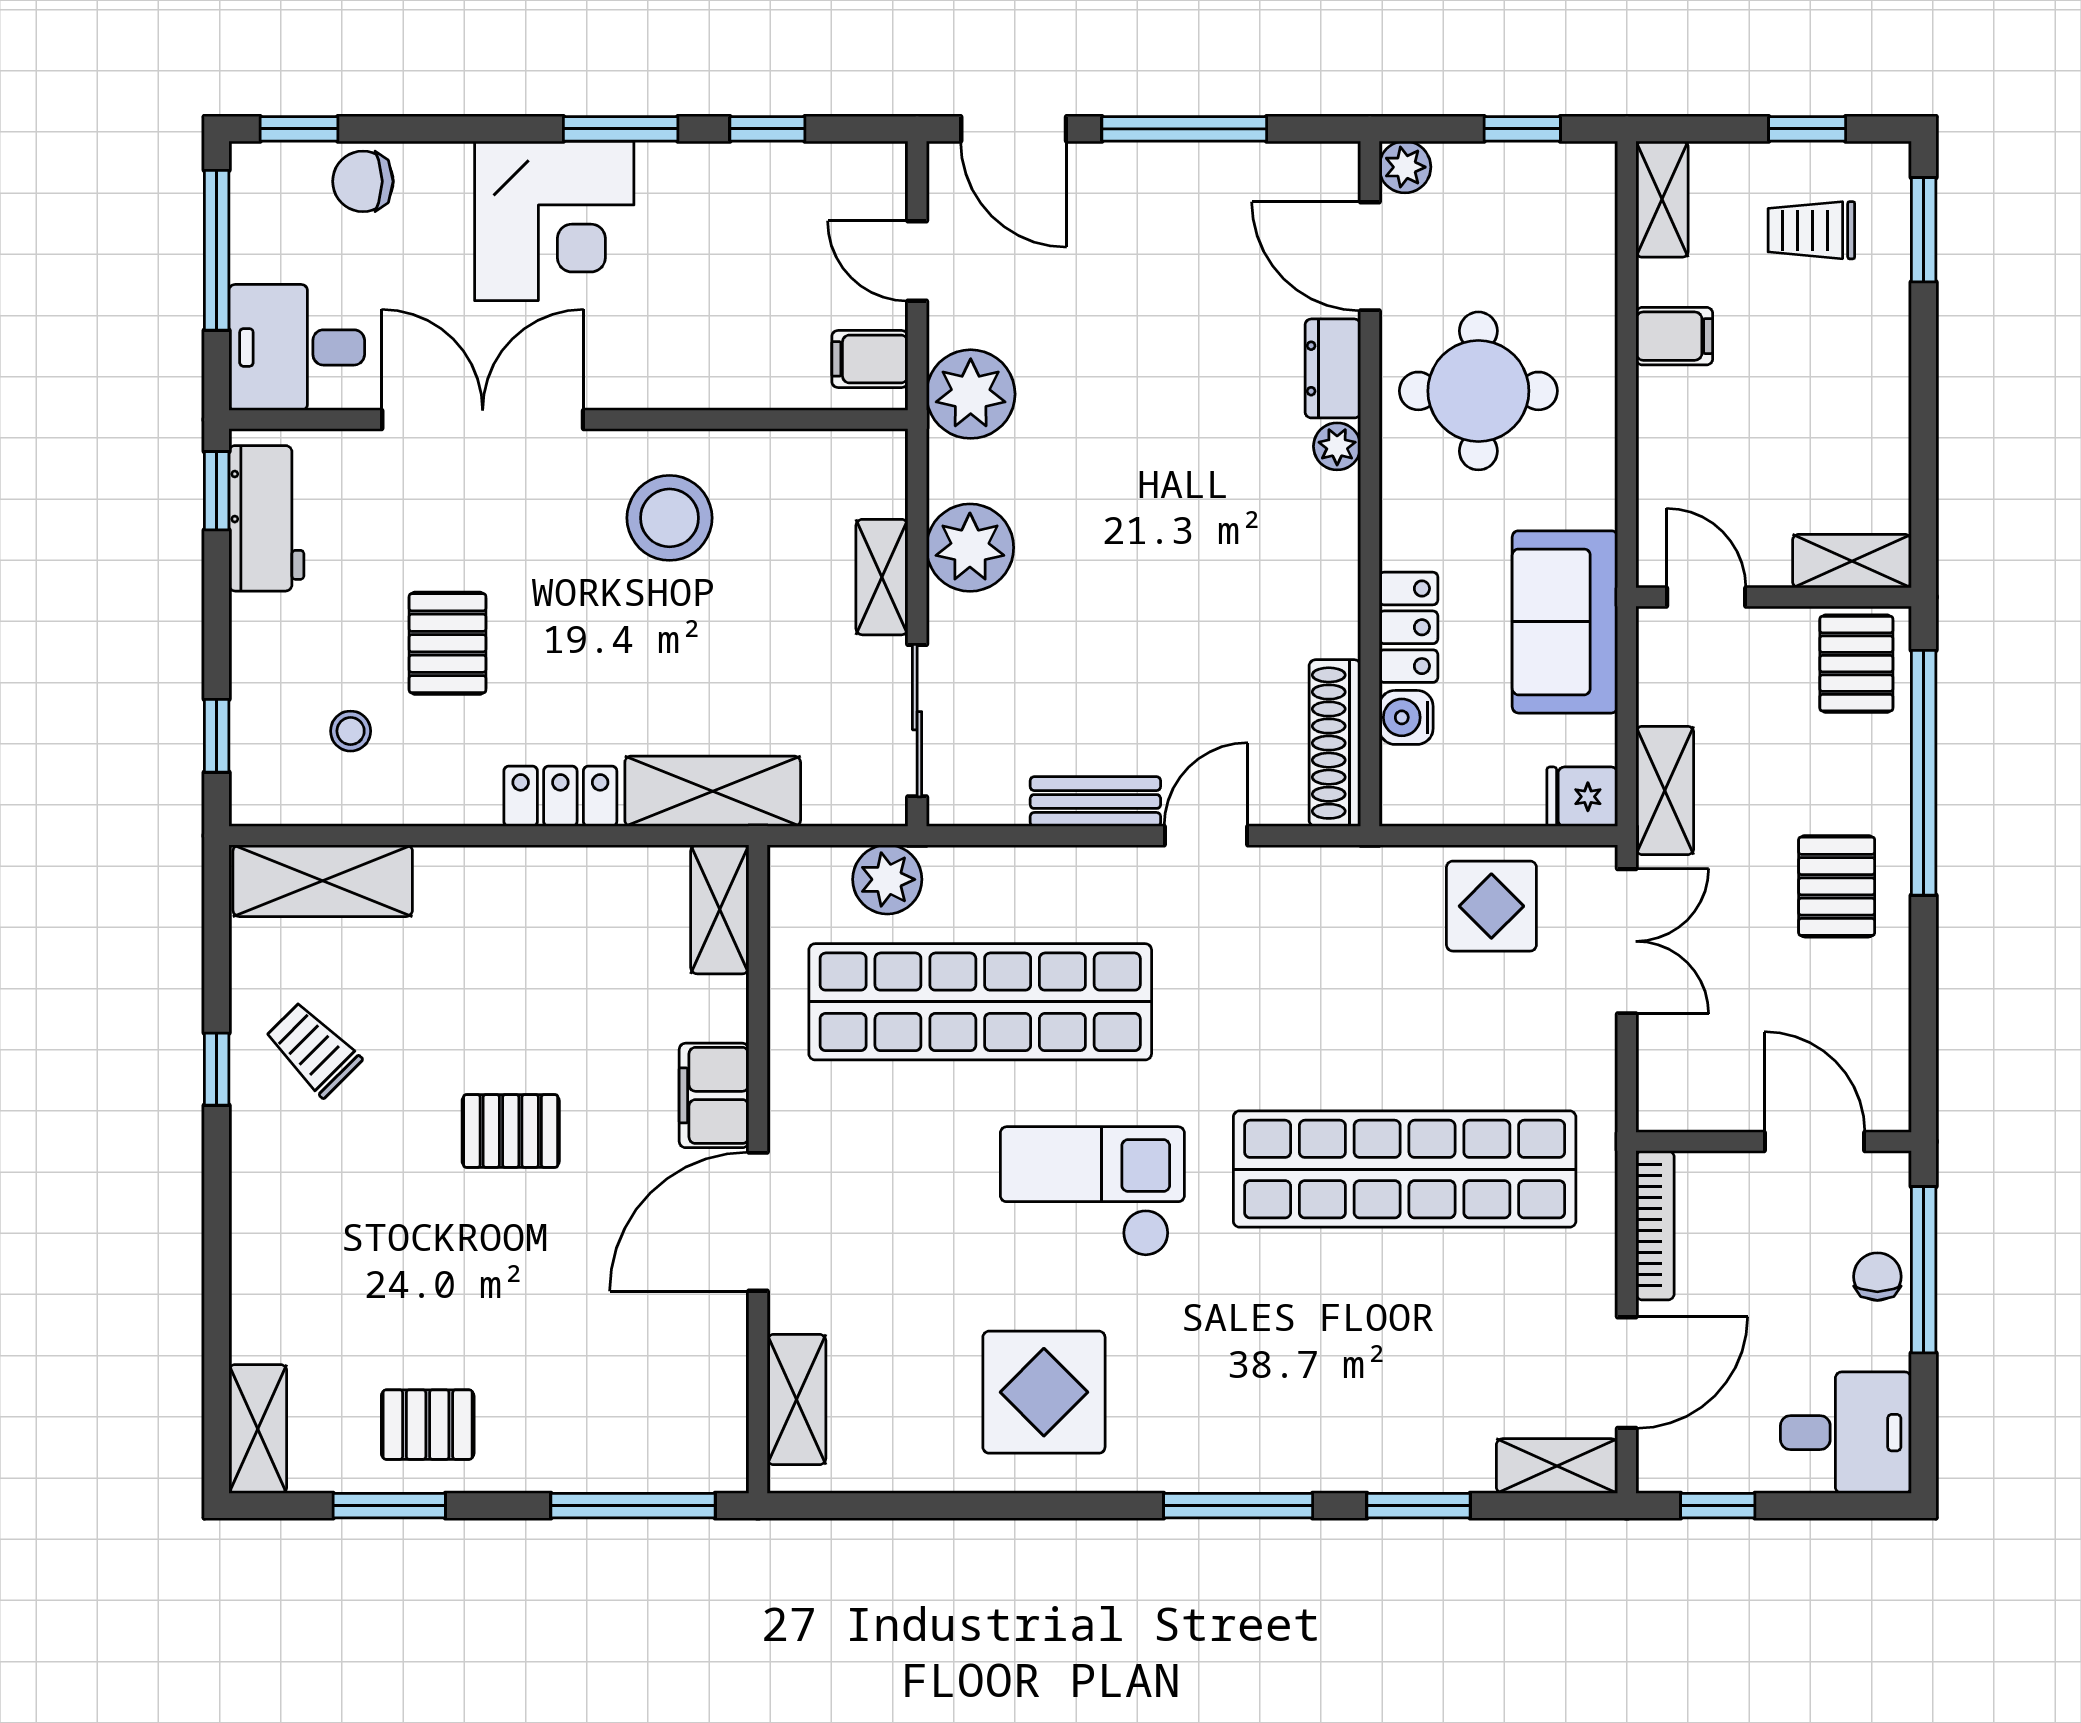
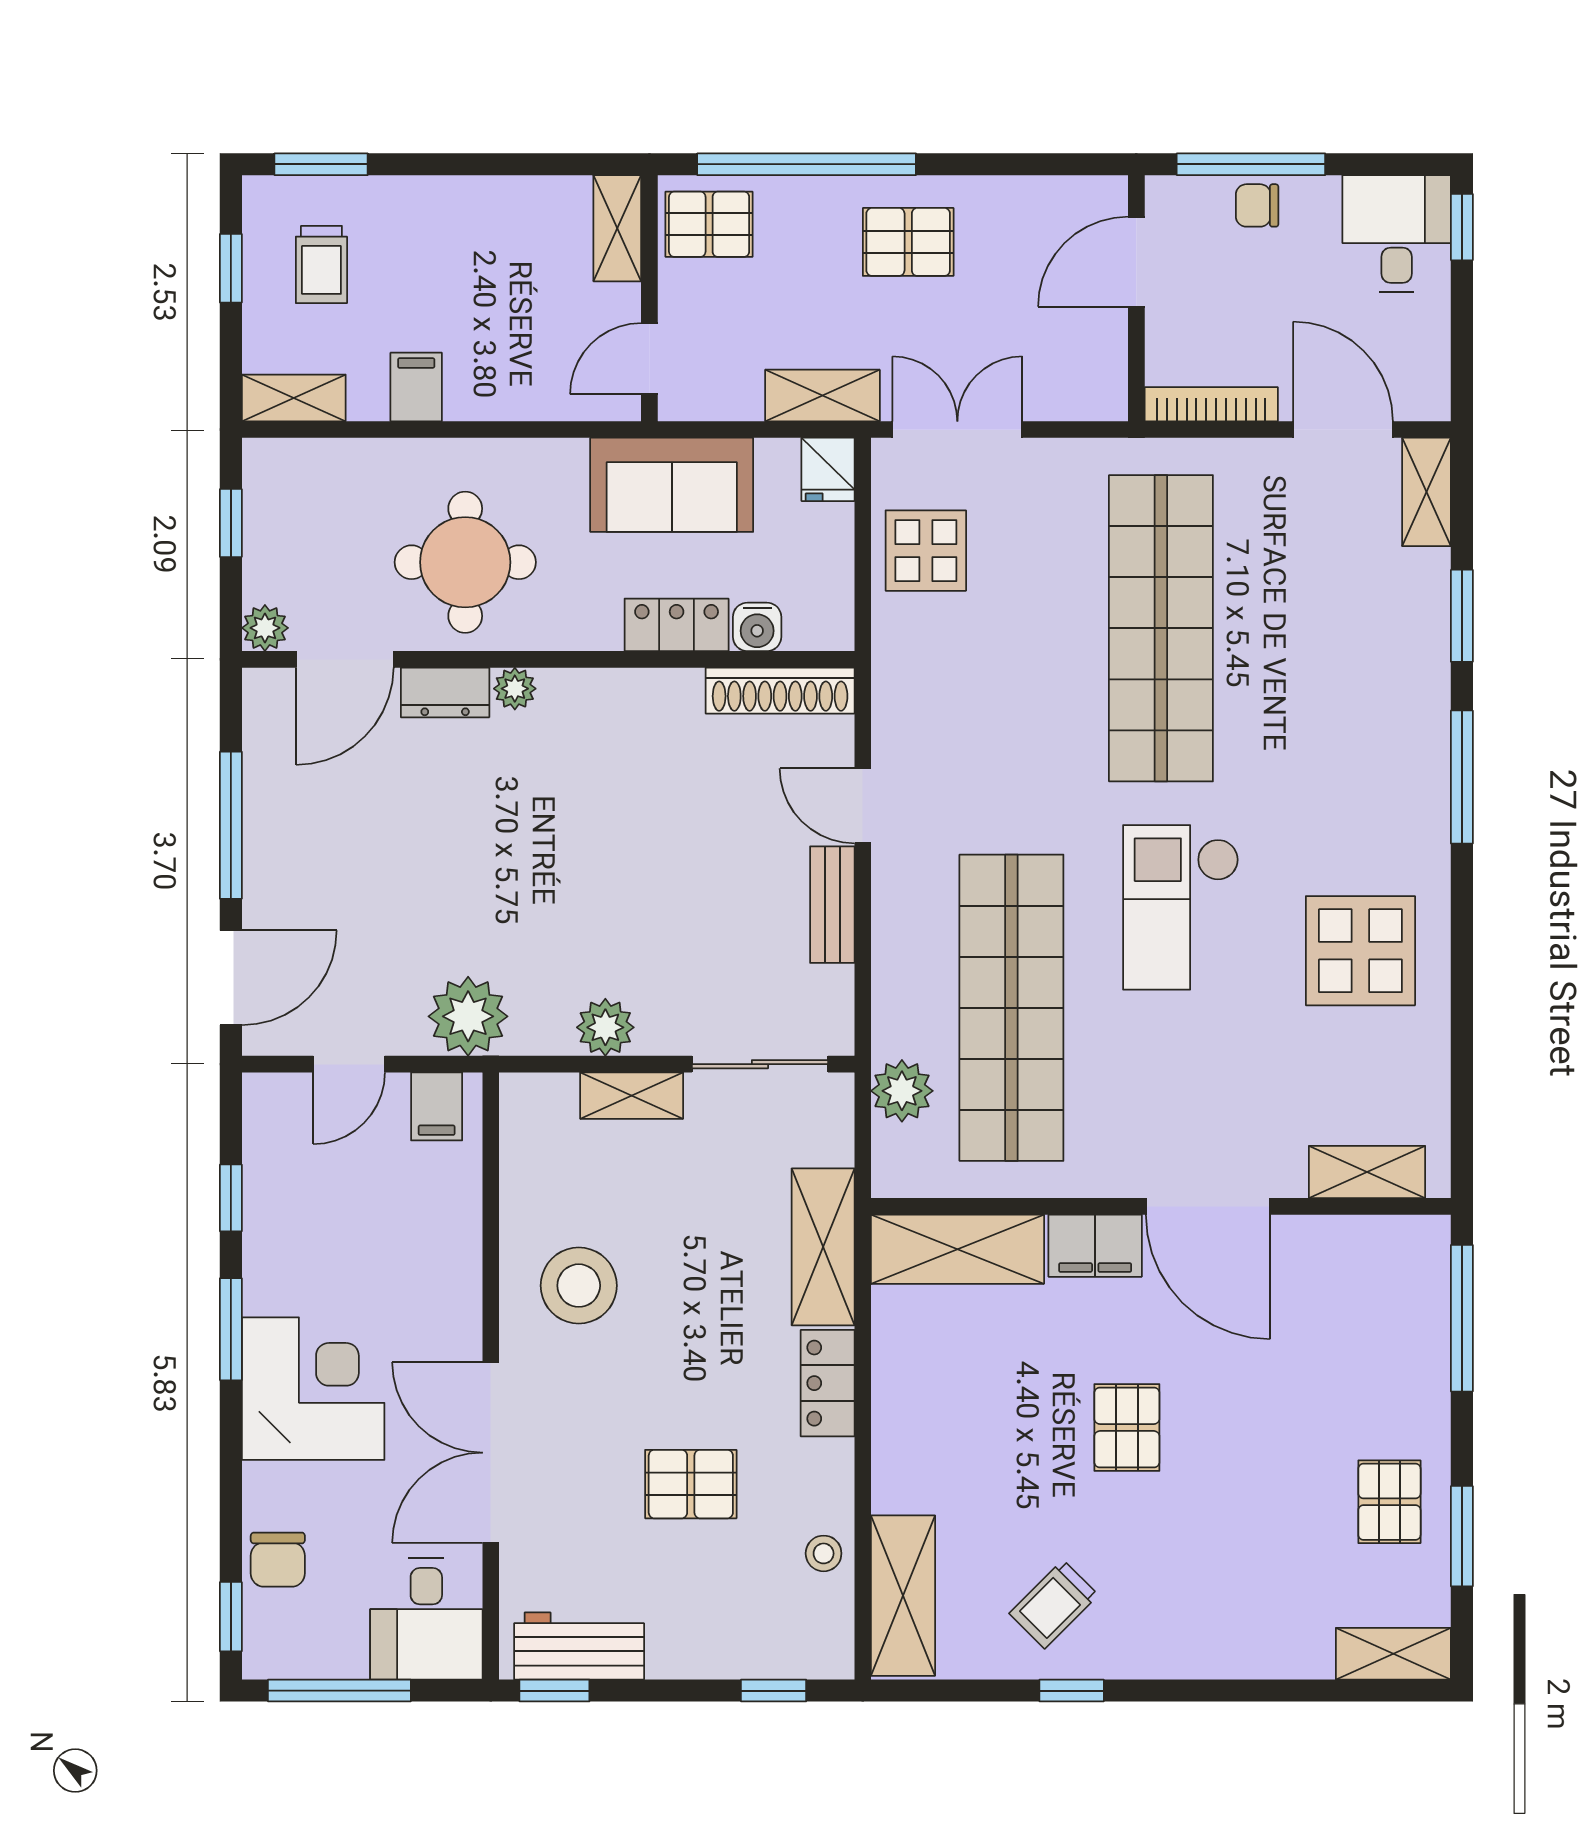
plant: (970, 548) -> (605, 1027), width x0.73, depth x0.73
stool: (351, 731) -> (824, 1553), moved
shelving: (720, 909) -> (958, 1249), width x1.50, depth x1.33
window: (1718, 1506) -> (1462, 227), moved

